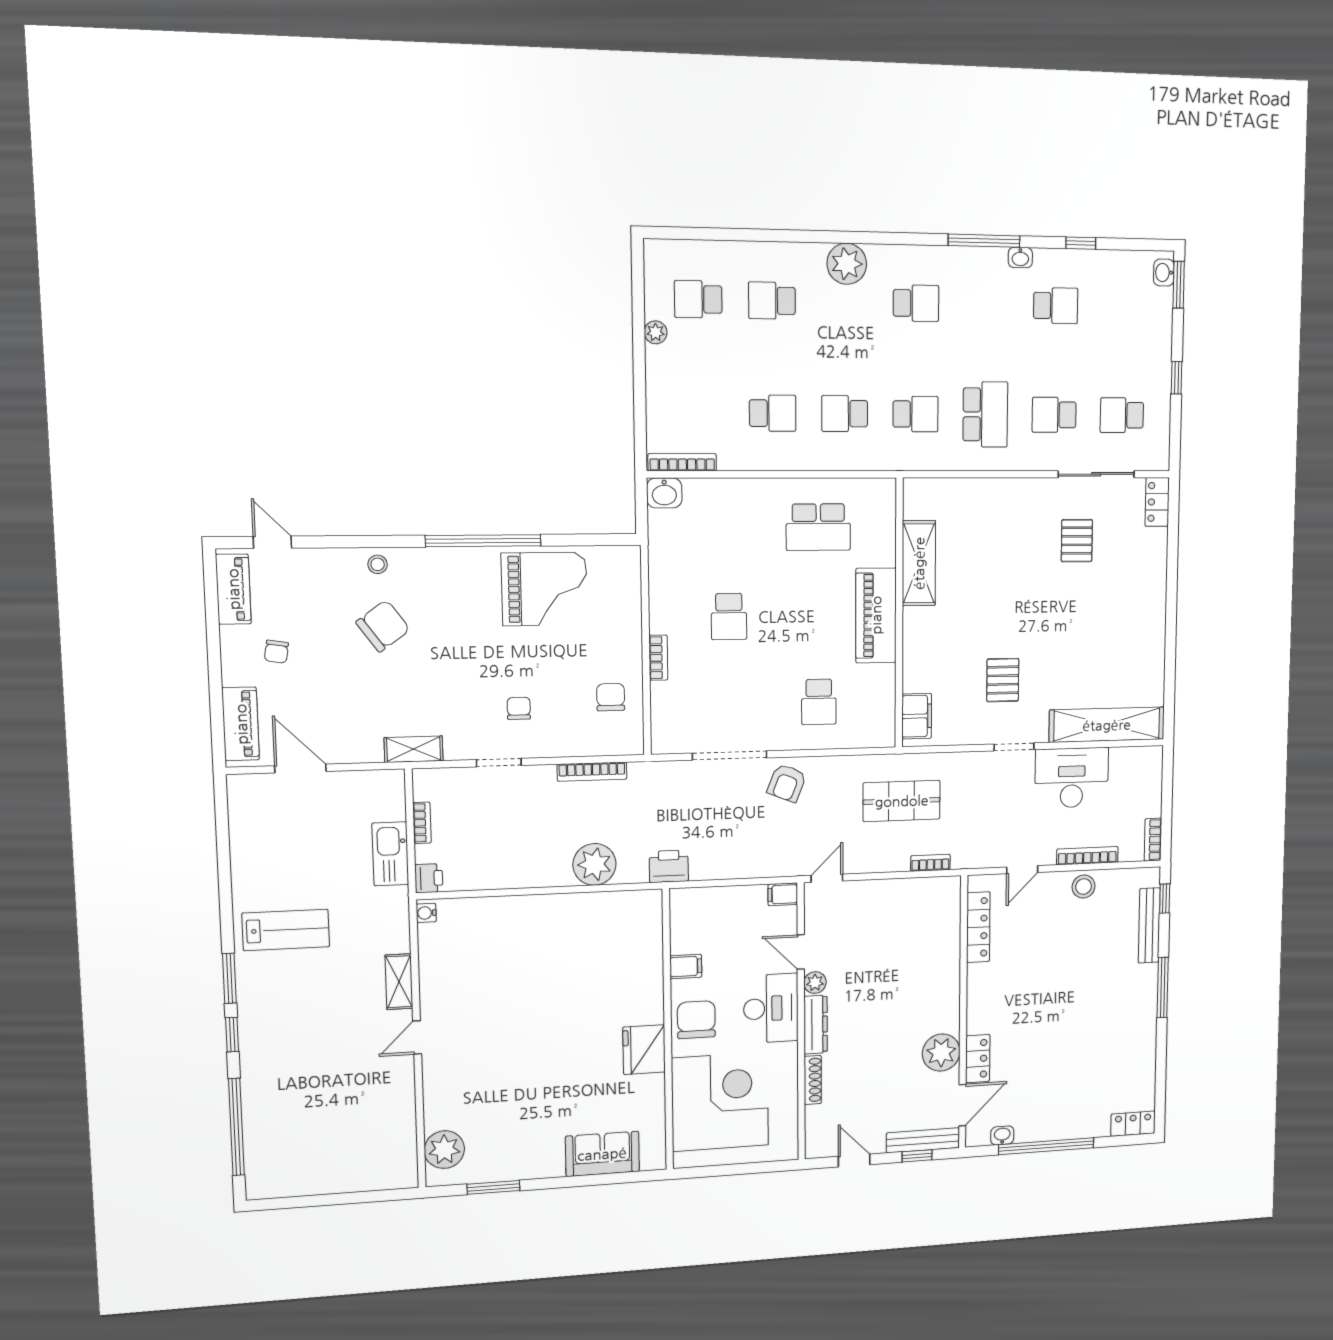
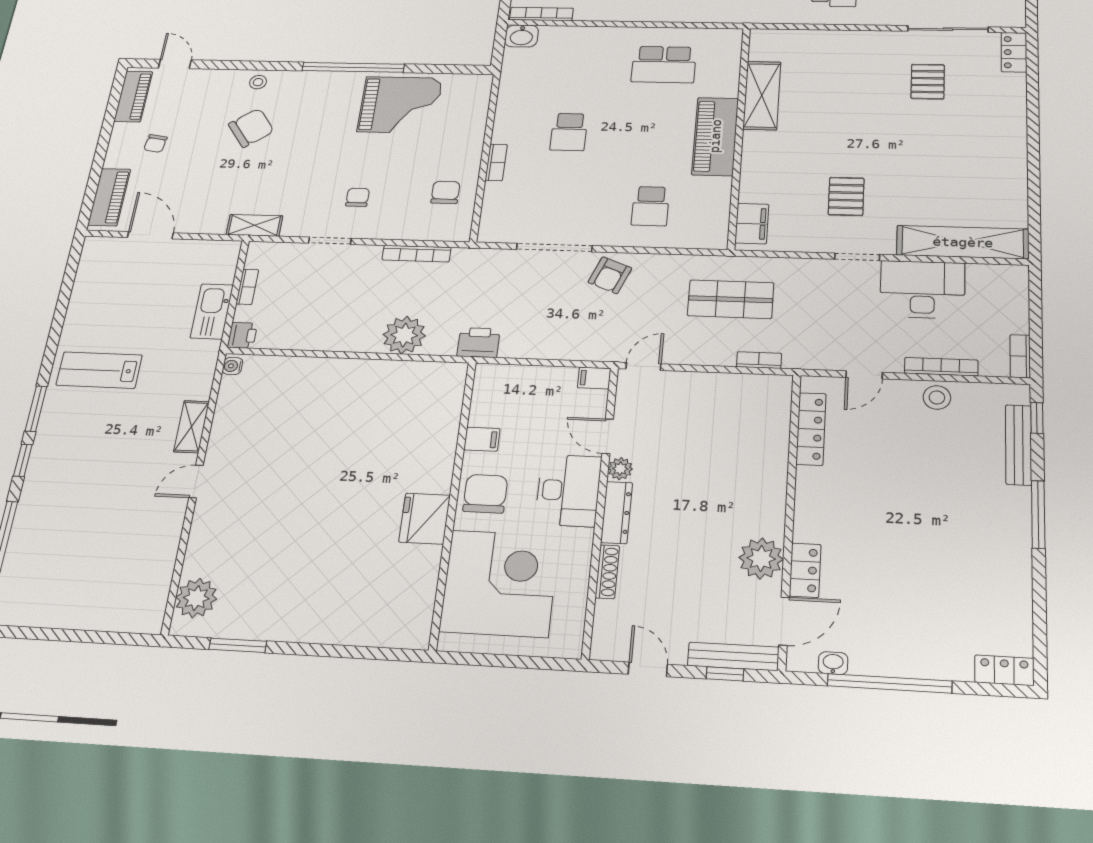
lab bench: (286, 930) -> (99, 370), turned 180
sofa: (602, 1154) -> (361, 624), removed

